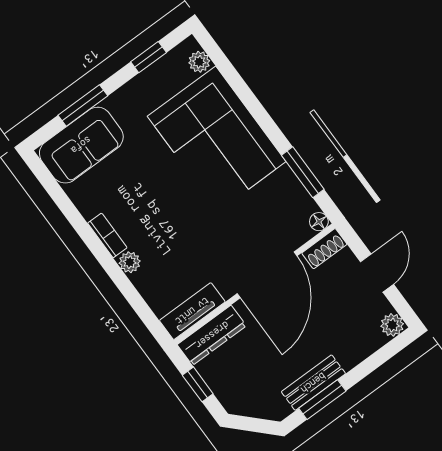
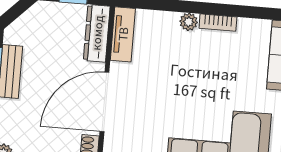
door: (267, 275) -> (104, 102), hinge flipped

